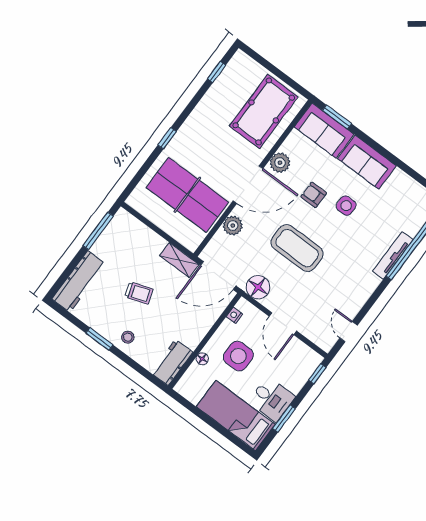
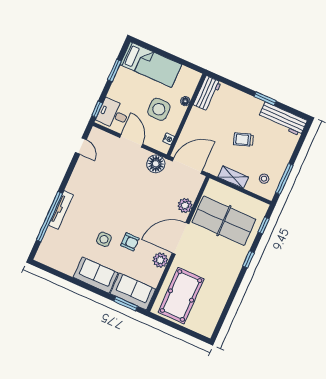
window: (217, 72) -> (264, 225), moved
coffee table: (297, 248) -> (133, 199), removed
shelving: (179, 260) -> (233, 177), moved
workbench: (79, 282) -> (283, 119), moved, turned -90
stool: (128, 337) -> (264, 179), moved
desk: (272, 399) -> (113, 114), moved

